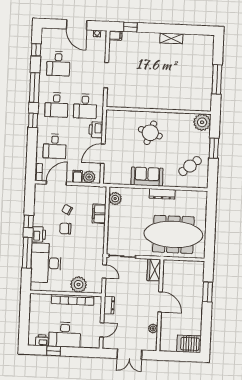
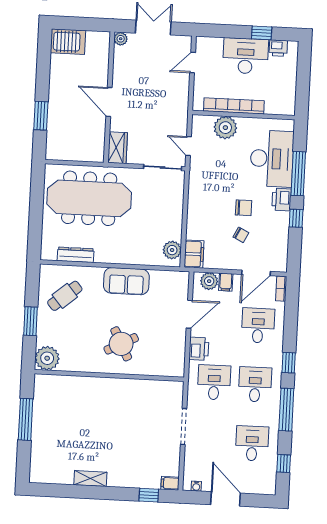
round table: (150, 133) -> (121, 344), turned 45
dresser: (162, 194) -> (76, 255), moved
filing cabinet: (99, 214) -> (194, 254), moved
dresser: (109, 305) -> (182, 98), removed
plant: (153, 328) -> (121, 39), moved

